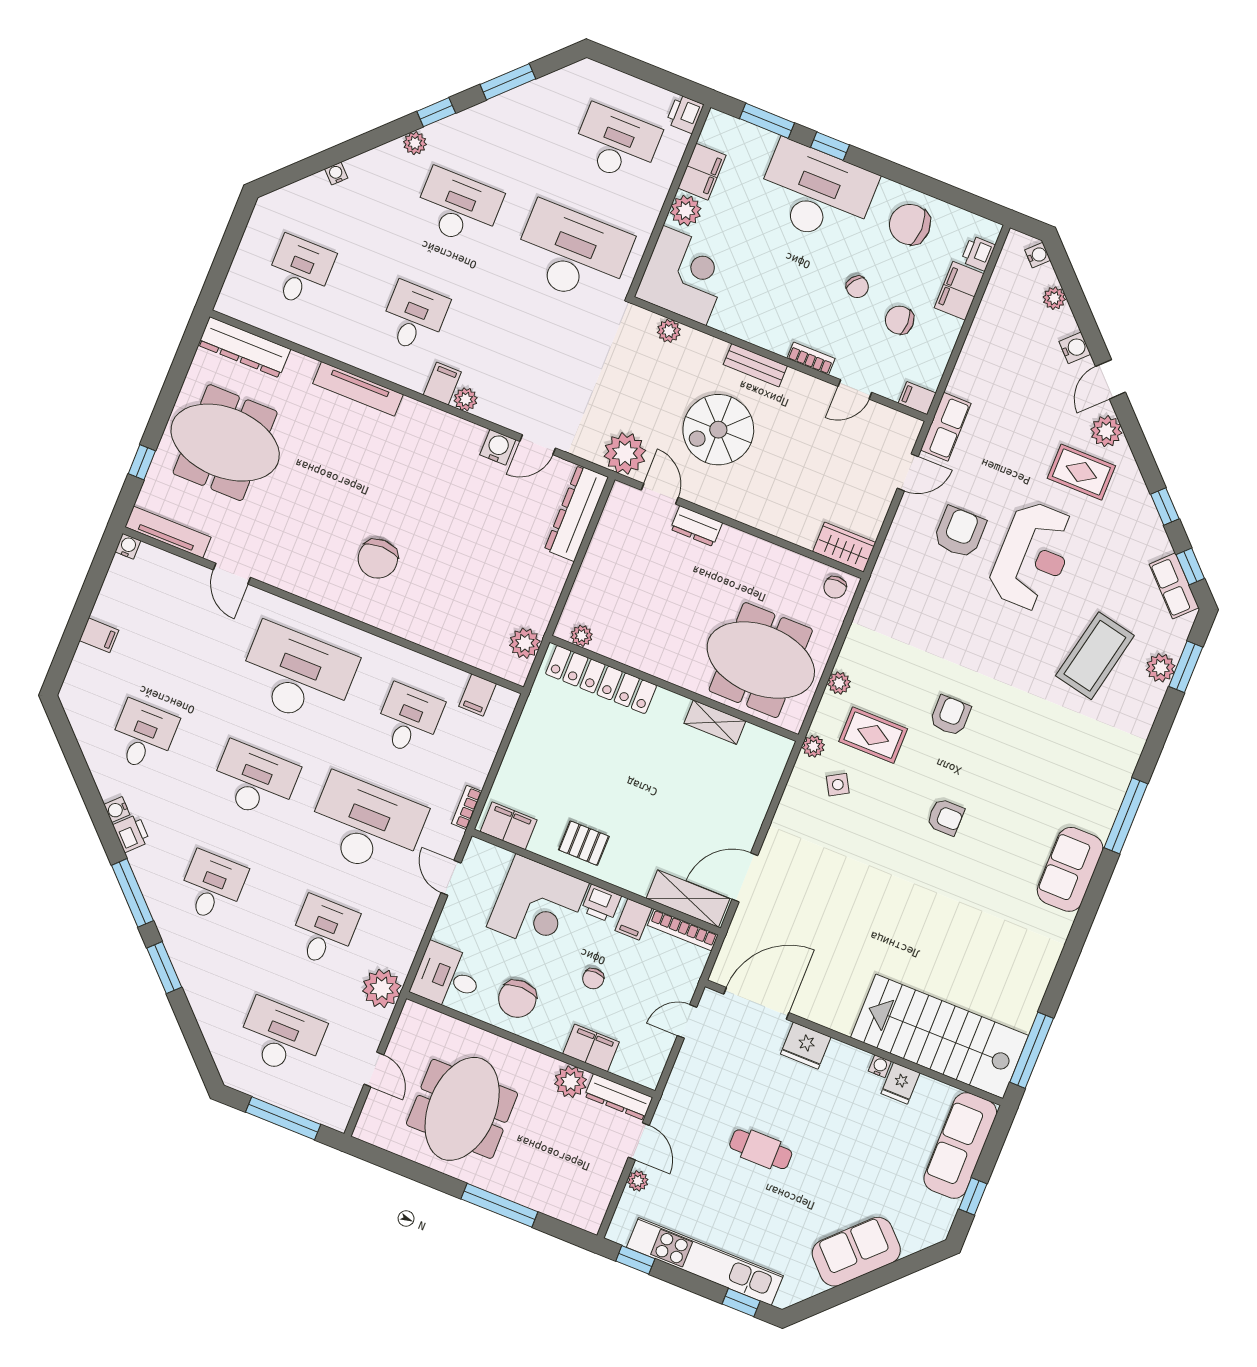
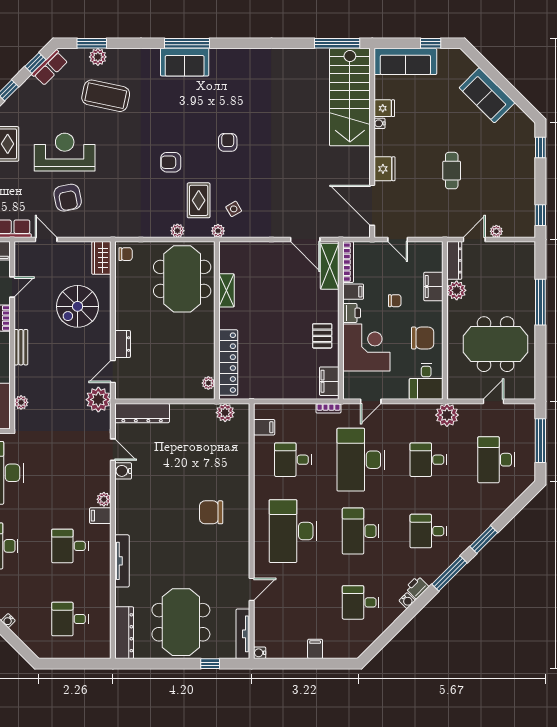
door: (855, 389) -> (12, 287), hinge flipped
spiral stairs: (718, 430) -> (78, 306), moved, turned 90
armchair: (960, 532) -> (68, 198), turned -101
chair: (378, 559) -> (211, 512), turned 180
sofa: (1070, 869) -> (185, 62), moved
kitchen unit: (705, 1261) -> (526, 176), removed

